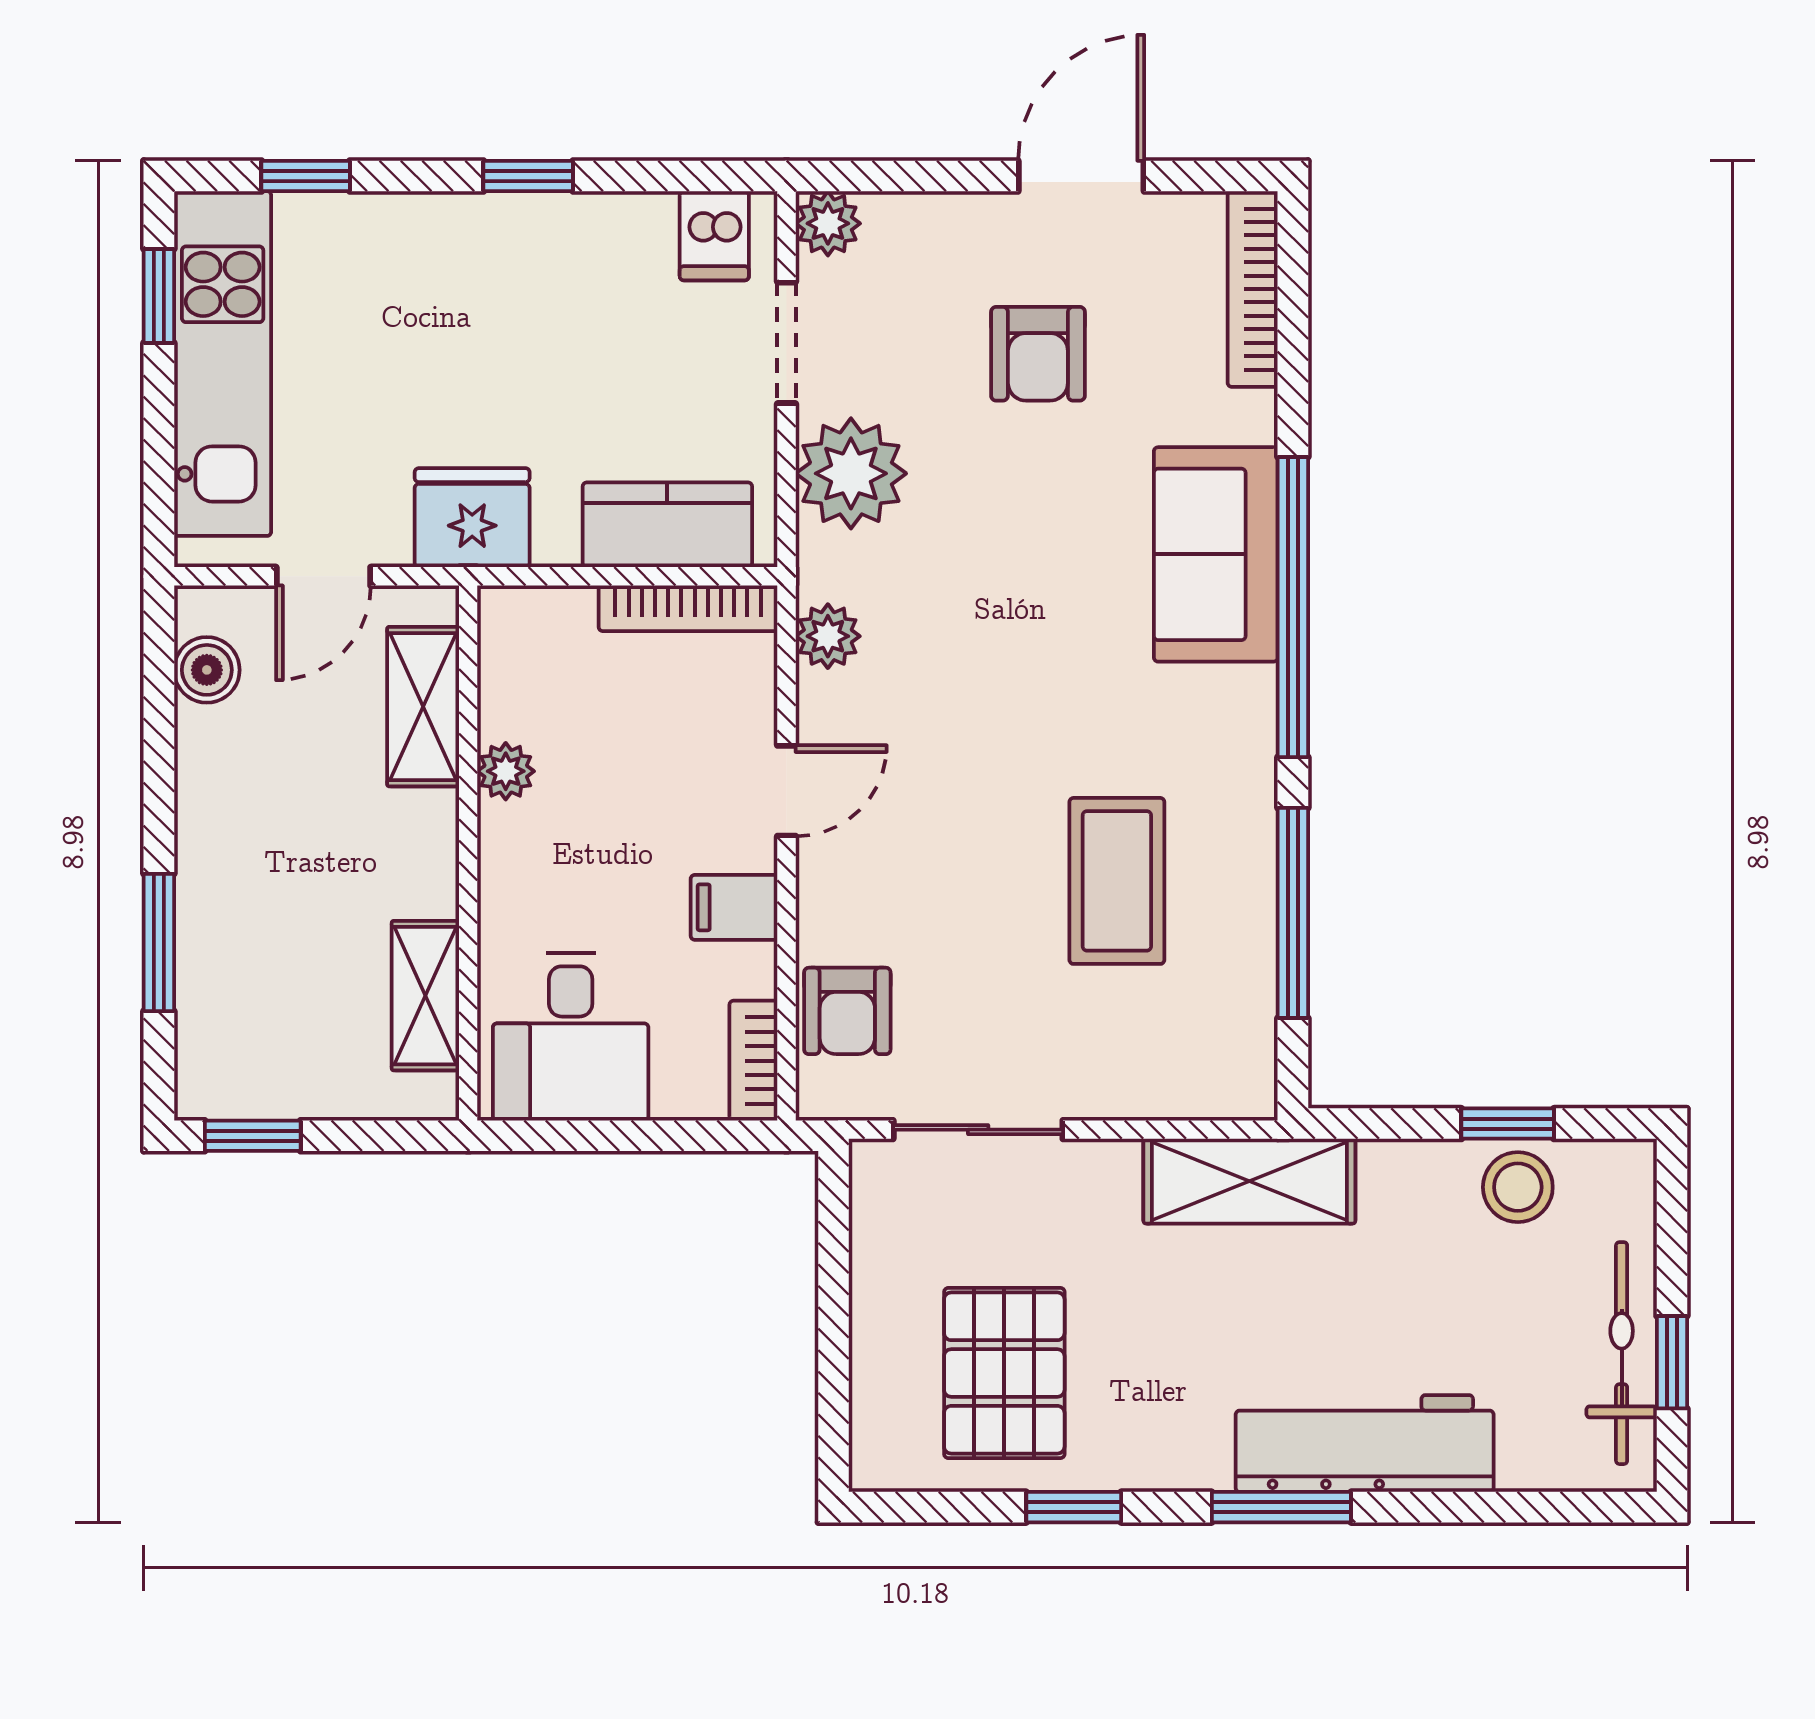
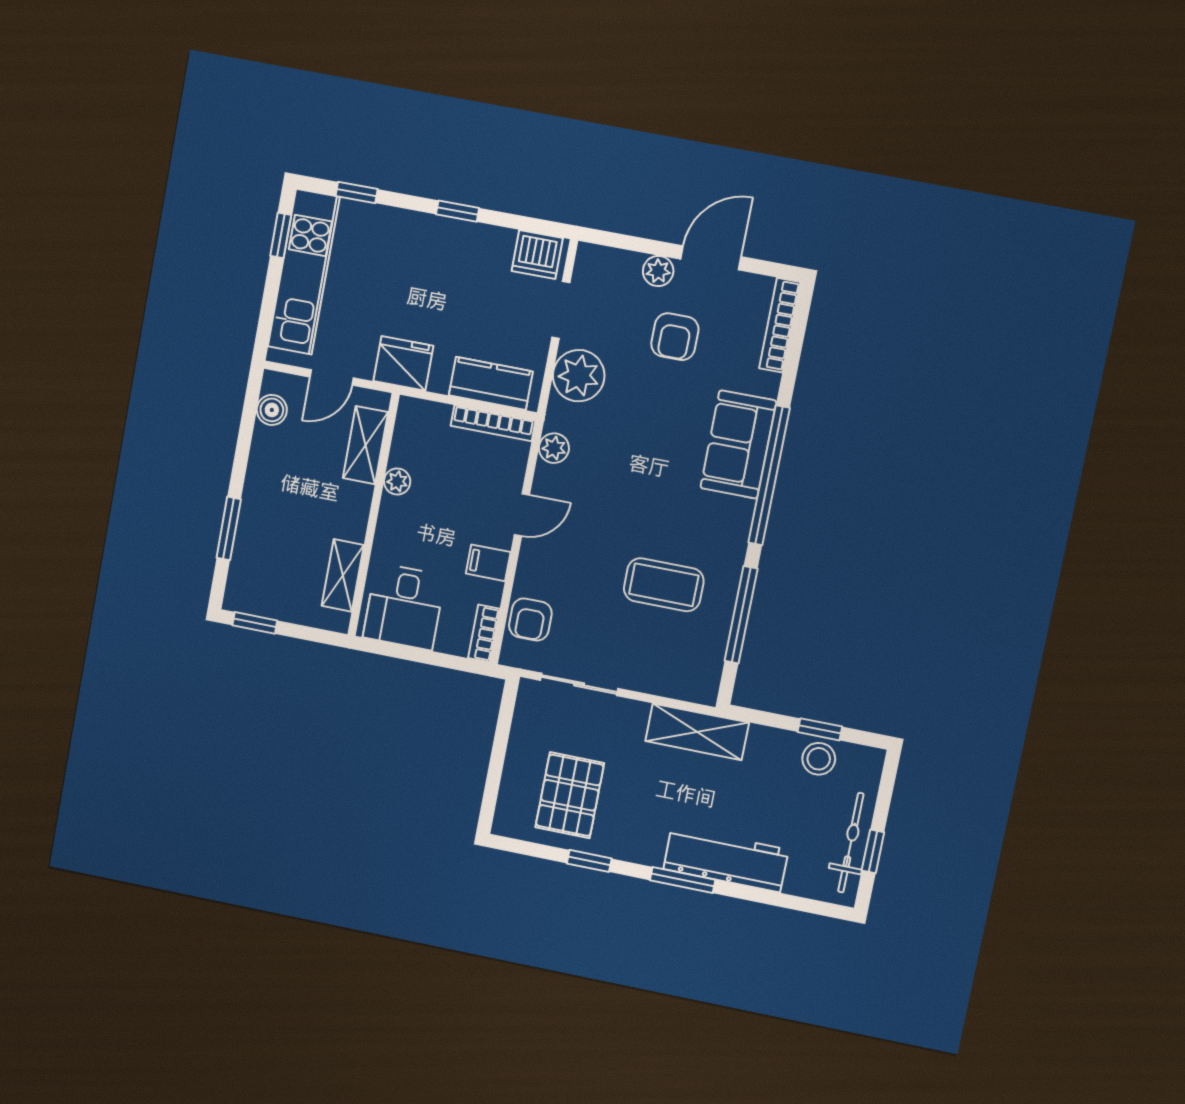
plant: (828, 223) -> (658, 271), moved
dishwasher: (714, 236) -> (537, 254), width x1.38
coffee table: (1117, 881) -> (664, 585), turned 90

